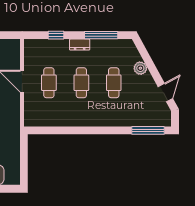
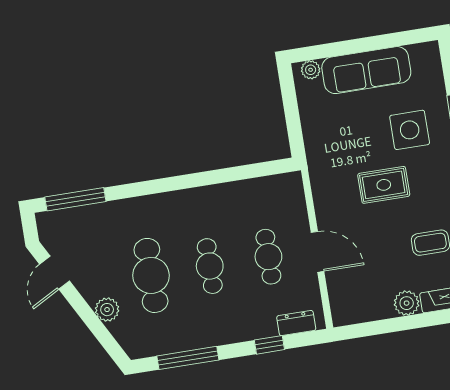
dresser: (80, 45) -> (296, 323), moved
cafe table: (114, 83) -> (151, 275), width x1.37, depth x1.35
plant: (10, 180) -> (311, 70), added

